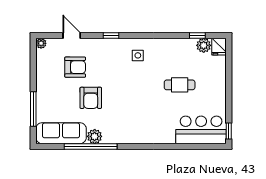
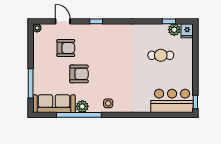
side table: (138, 55) -> (108, 103), moved
cafe table: (180, 85) -> (161, 55), moved
armchair: (91, 98) -> (79, 74), turned -90

